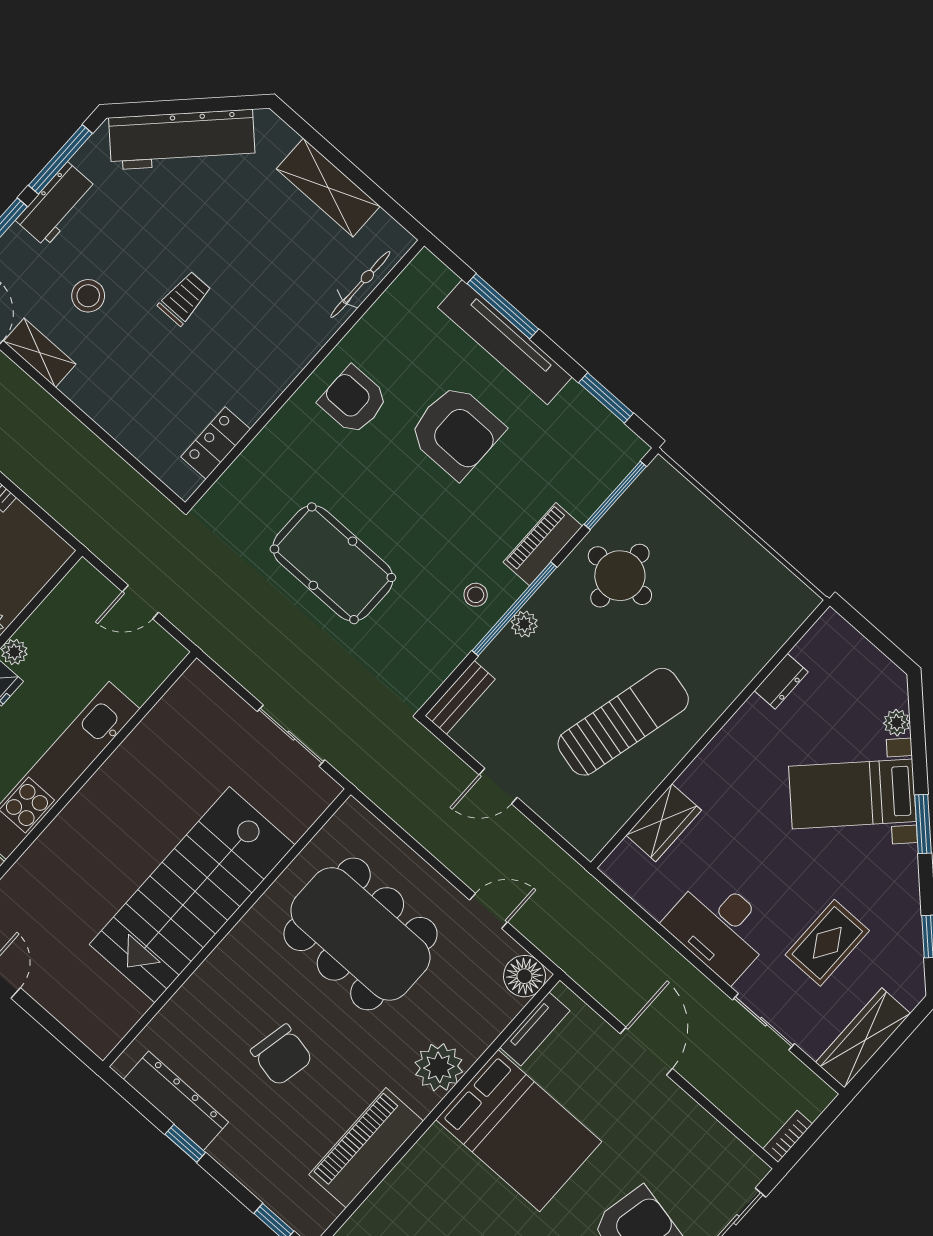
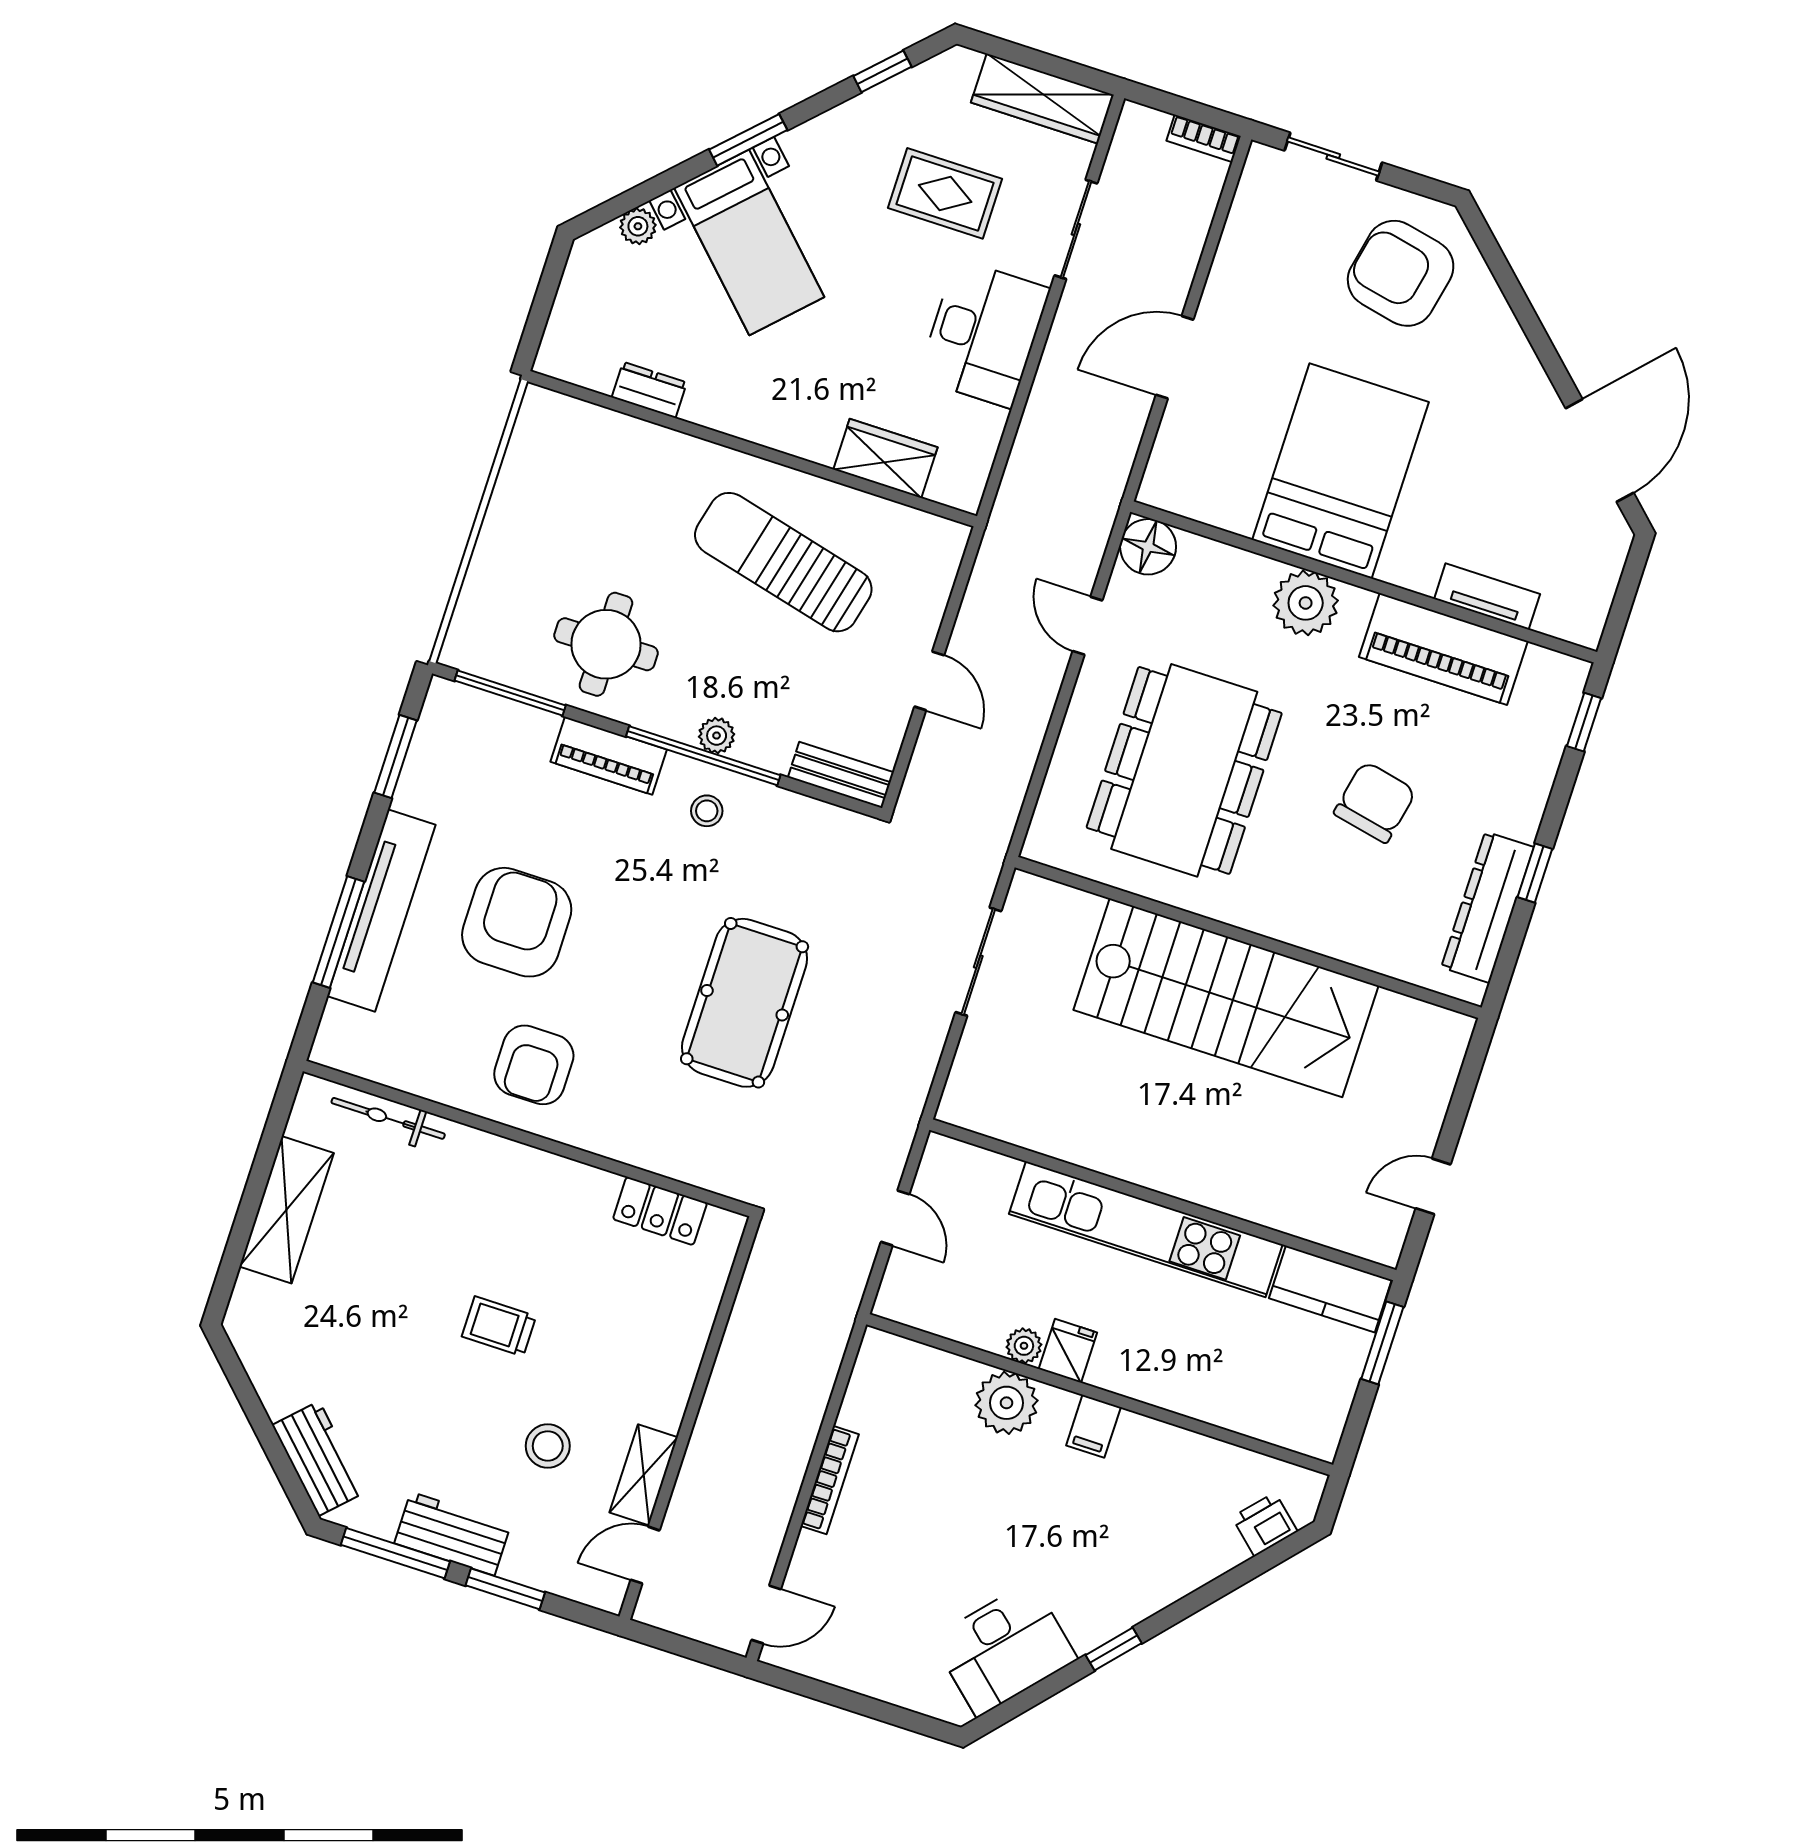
workbench: (182, 140) -> (319, 1459), width x0.53, depth x0.76
tv unit: (535, 1029) -> (1487, 596), moved

